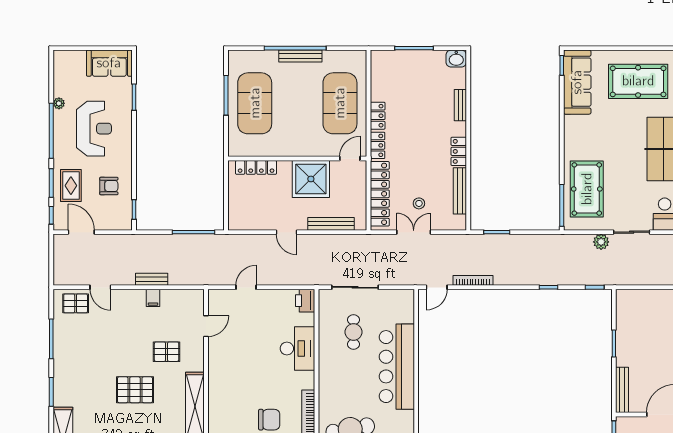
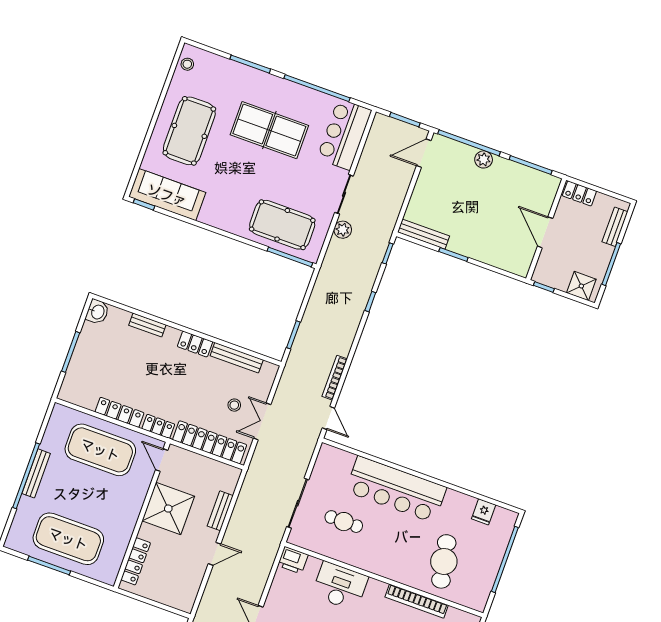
locker: (378, 116) -> (120, 412), width x1.53
bench: (331, 224) -> (220, 511), width x0.73
bench: (622, 390) -> (424, 234), moved

